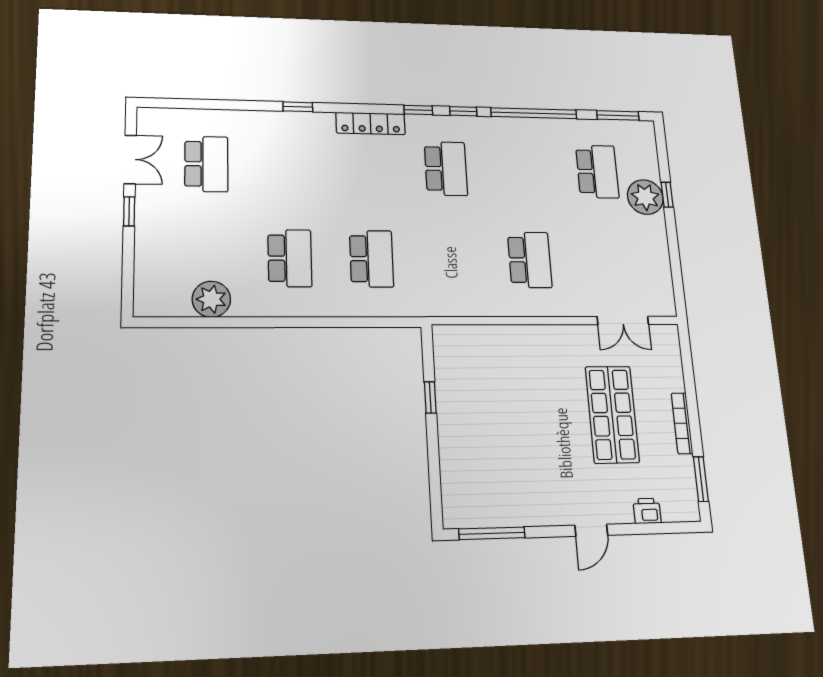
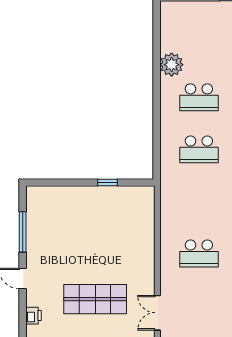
plant: (211, 299) -> (172, 65), moved
window: (492, 533) -> (23, 232), moved

